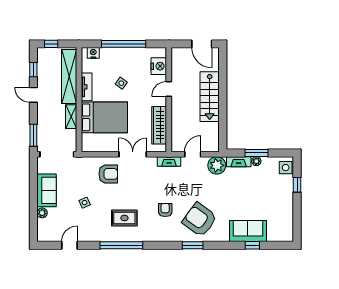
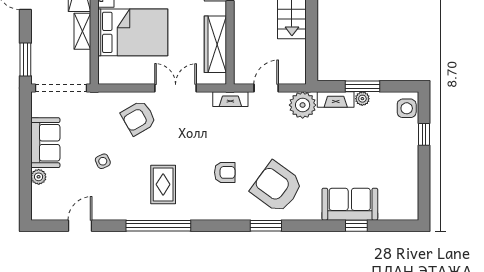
armchair: (108, 174) -> (138, 118), turned 150
armchair: (165, 210) -> (225, 172), turned 90
rug: (124, 218) -> (163, 184), turned 90

